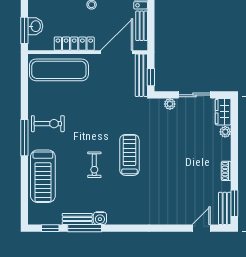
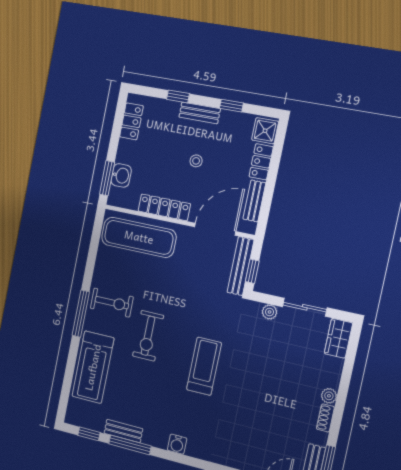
plant: (225, 132) -> (329, 396), moved
exercise bike: (94, 165) -> (148, 336), moved, width x1.38, depth x1.39
water cooler: (100, 218) -> (177, 444), moved

